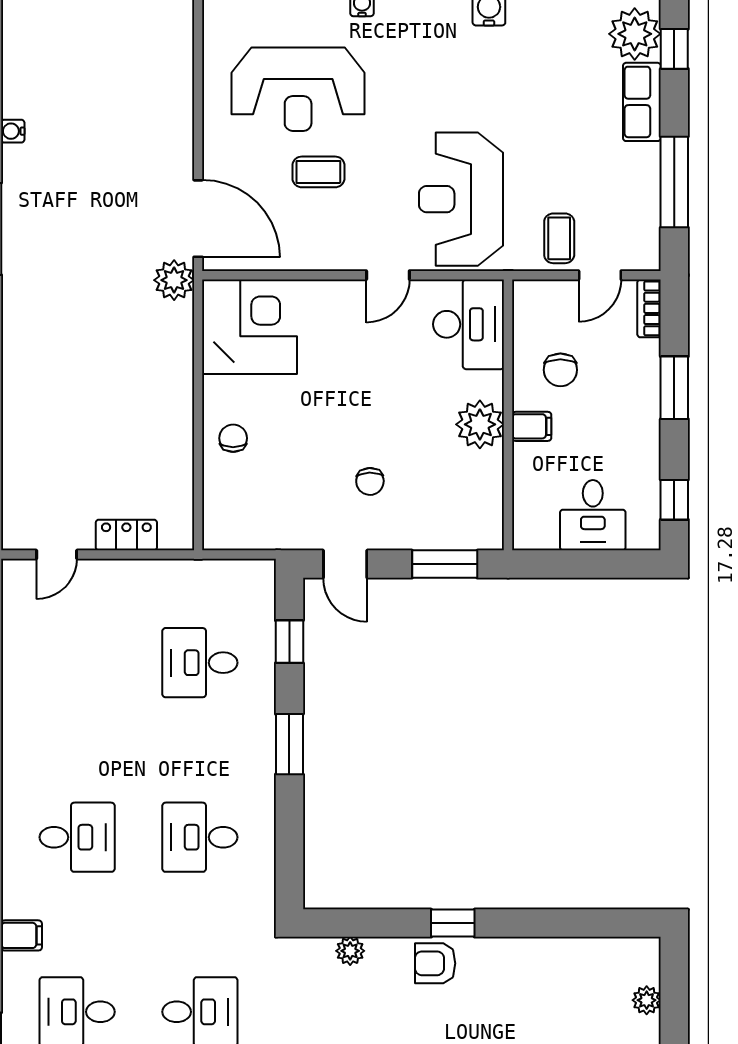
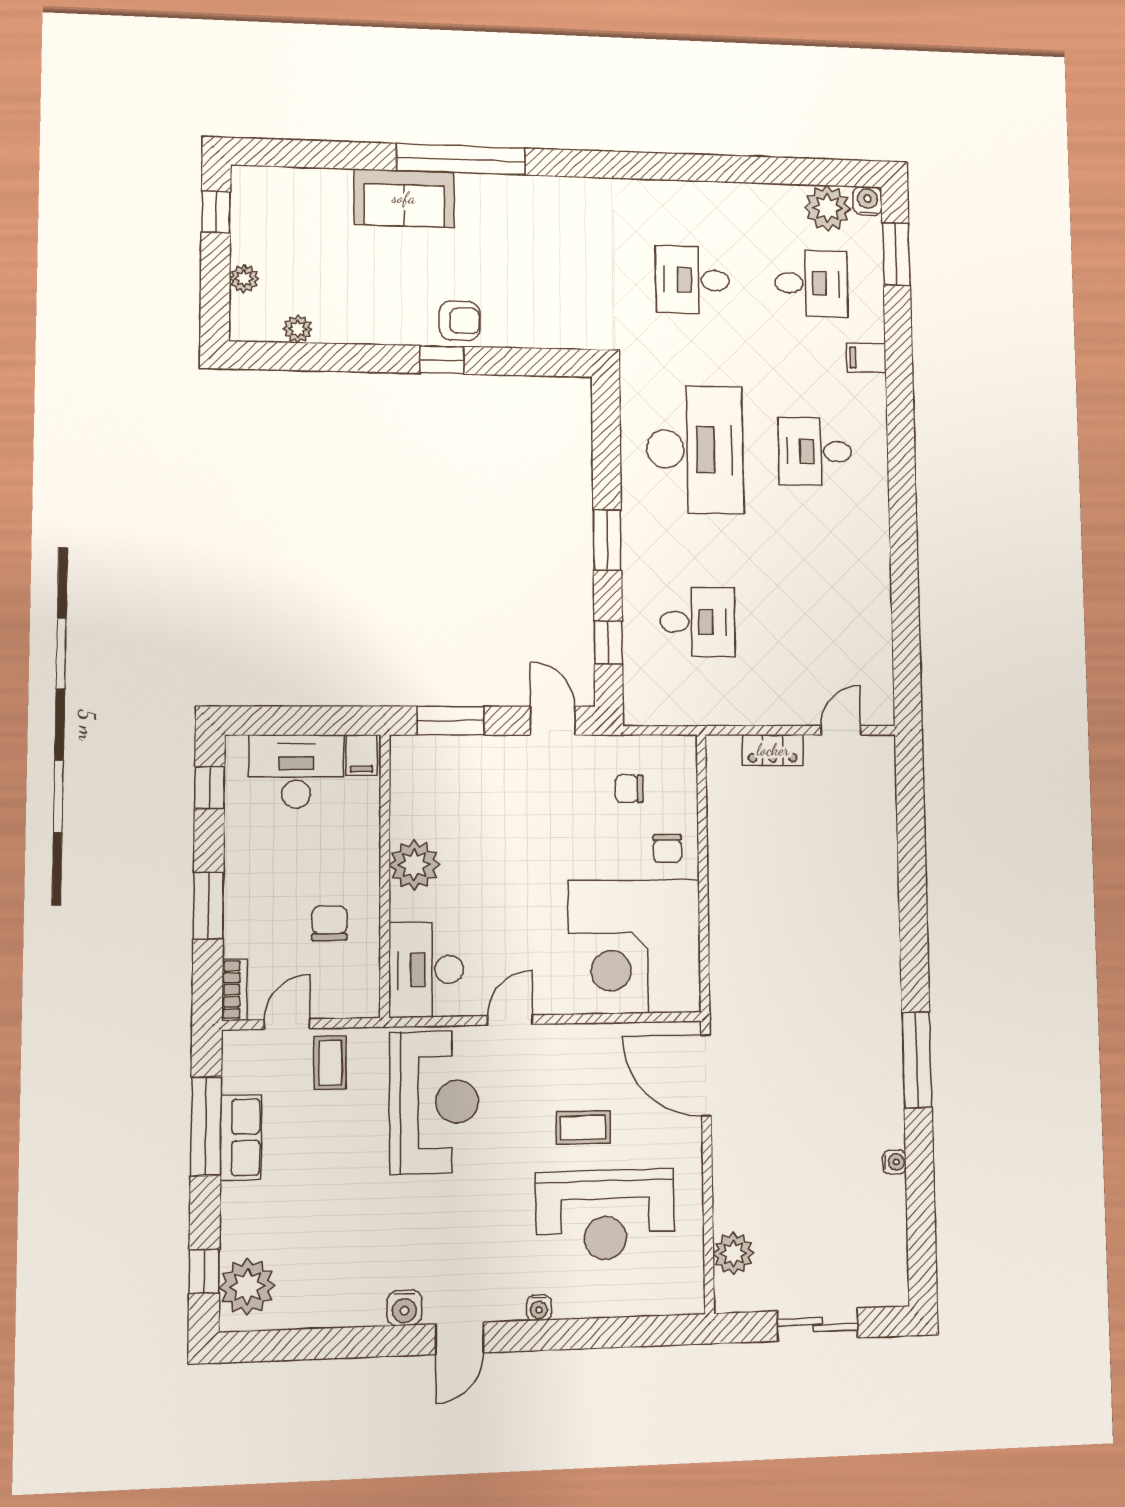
reception desk: (298, 89) -> (605, 1215), turned 180
row of seats: (642, 102) -> (241, 1137), moved
plant: (174, 280) -> (733, 1253), moved
corner desk: (250, 327) -> (635, 946), width x1.36, depth x1.36
filing cabinet: (532, 426) -> (362, 755), moved, turned -90
chair: (370, 481) -> (629, 789), moved, turned -88
desk: (593, 515) -> (296, 771), width x1.37
desk: (200, 837) -> (695, 449), width x1.87, depth x1.30
plant: (350, 951) -> (298, 329), moved

